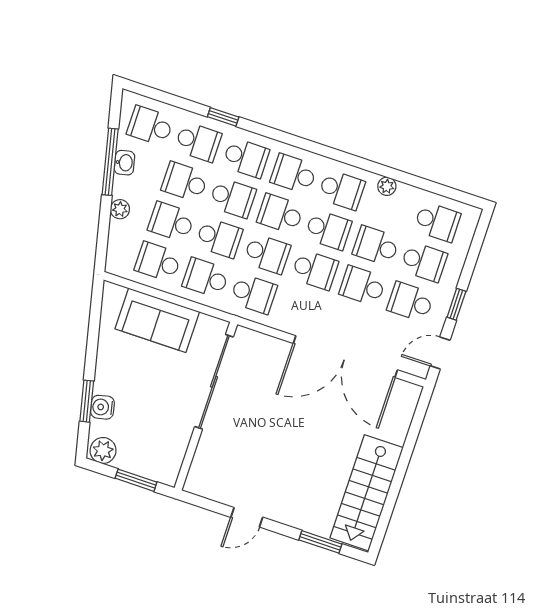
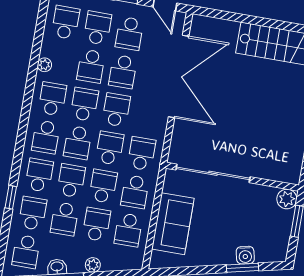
school desk: (171, 222) -> (96, 224), turned 180
plant: (103, 450) -> (287, 199), moved

